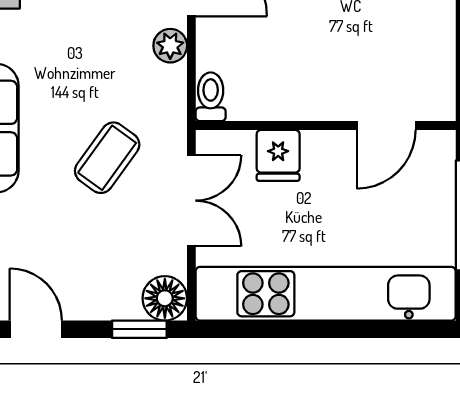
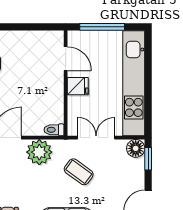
plant: (170, 46) -> (39, 152), width x1.87, depth x1.87
fridge: (278, 155) -> (78, 86), moved

